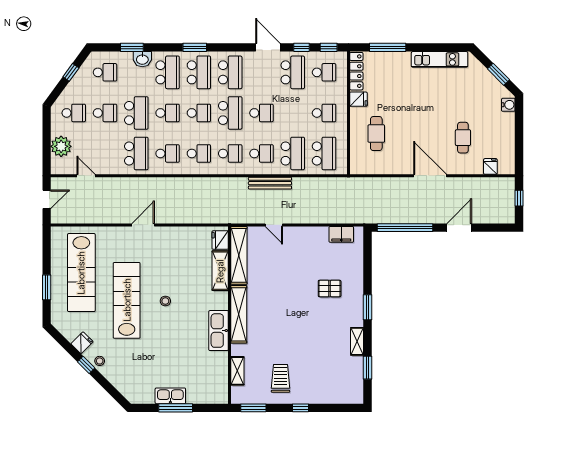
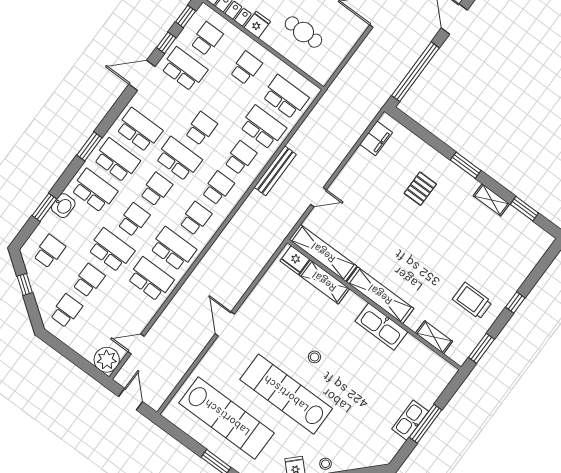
plant: (61, 146) -> (107, 360), moved
school desk: (168, 153) -> (173, 249), width x1.85

